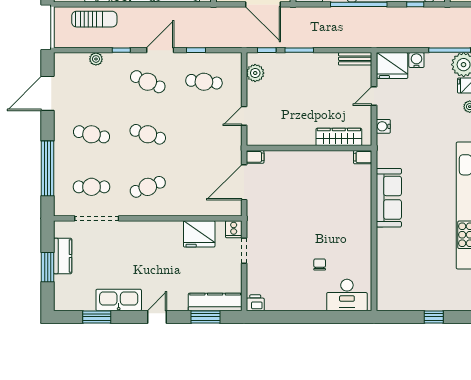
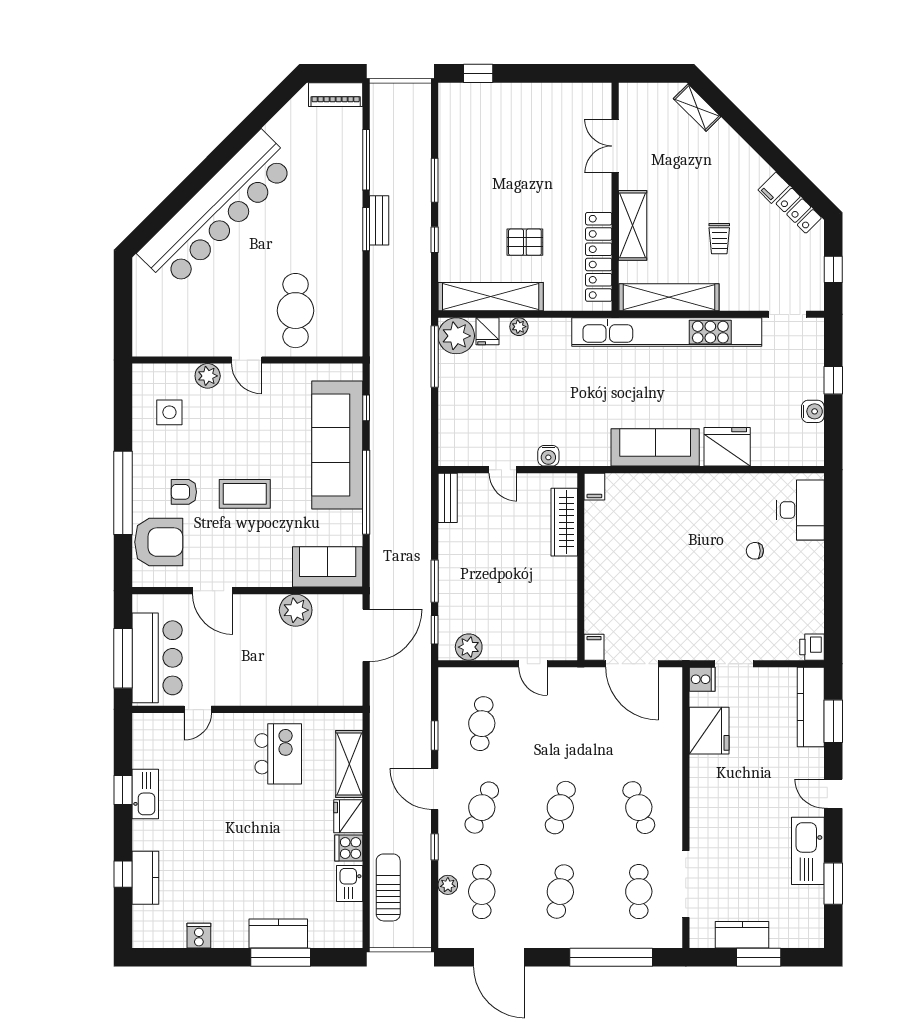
water cooler: (416, 60) -> (813, 411), moved, turned 180
fridge: (392, 66) -> (727, 447), moved, turned -90
cafe table: (92, 82) -> (482, 892), added

